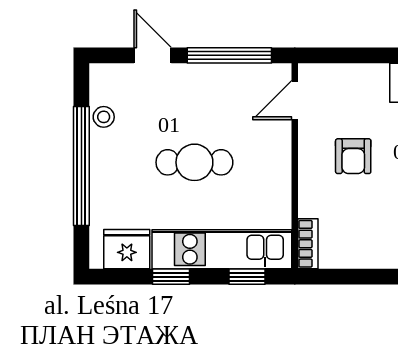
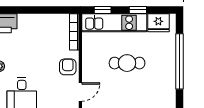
stool: (104, 117) -> (169, 84), removed
armchair: (353, 156) -> (68, 67), moved
bookcase: (308, 244) -> (74, 32), width x1.56

